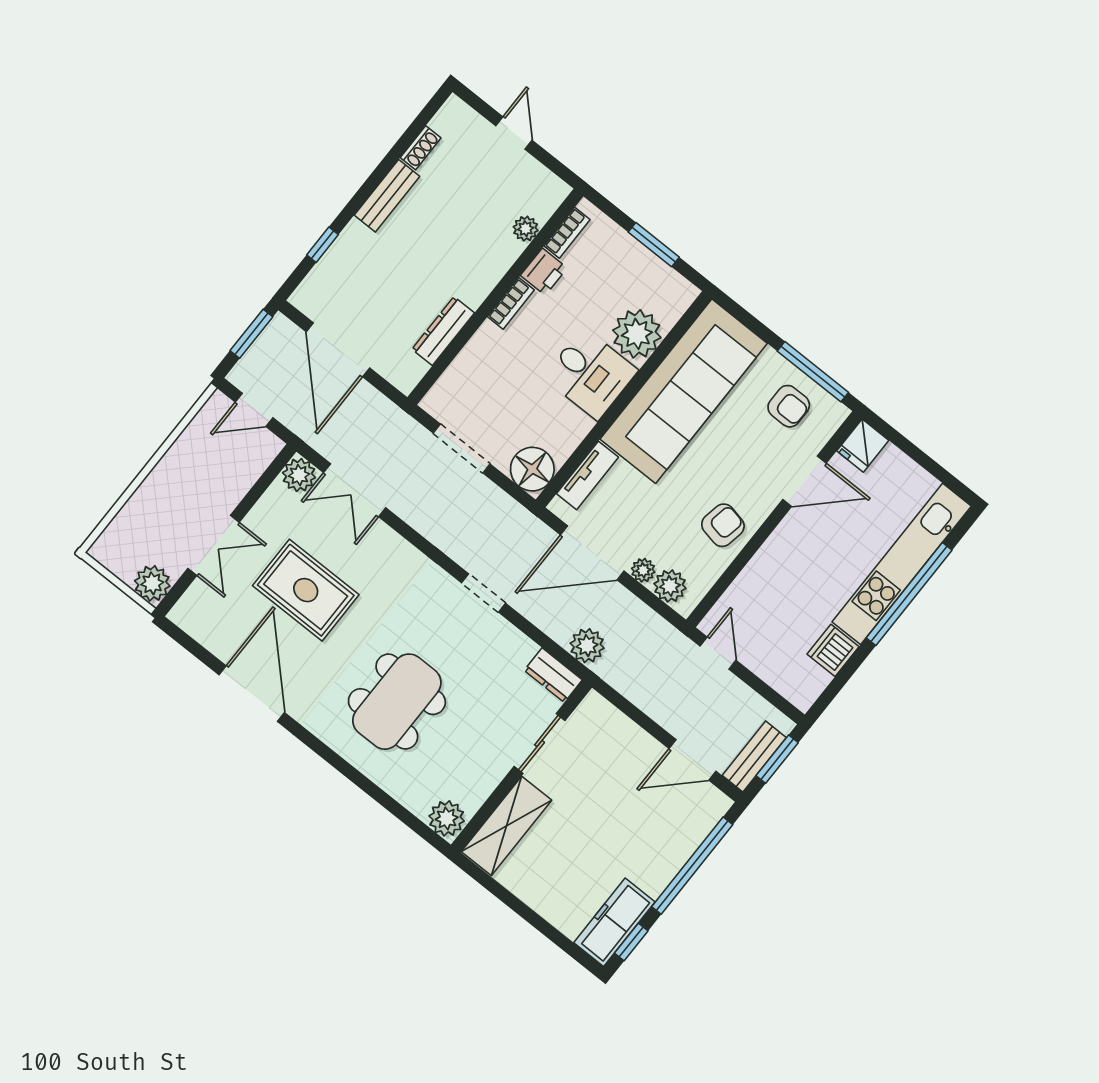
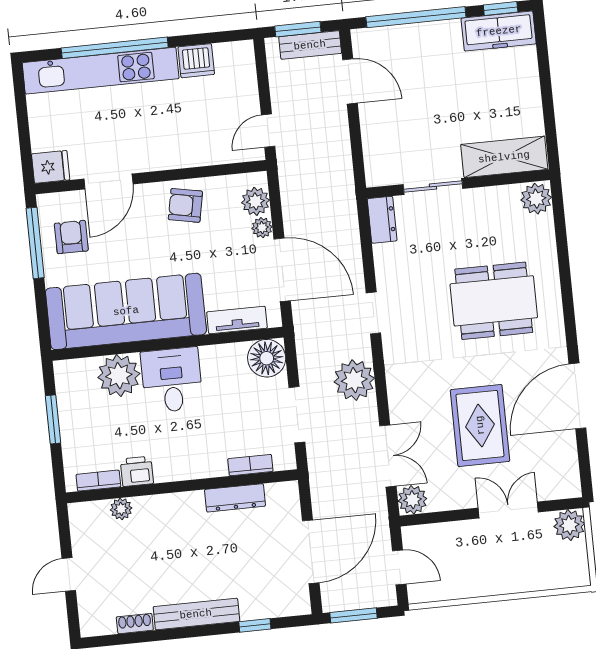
bench: (387, 196) -> (196, 614), width x1.36
bookcase: (511, 303) -> (250, 465), moved
door: (804, 481) -> (108, 181), swing flipped
plant: (587, 646) -> (354, 380), moved, width x1.36, depth x1.36

